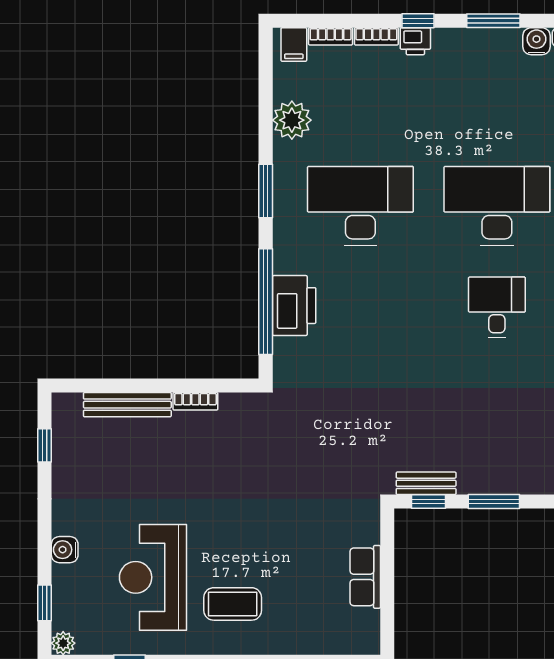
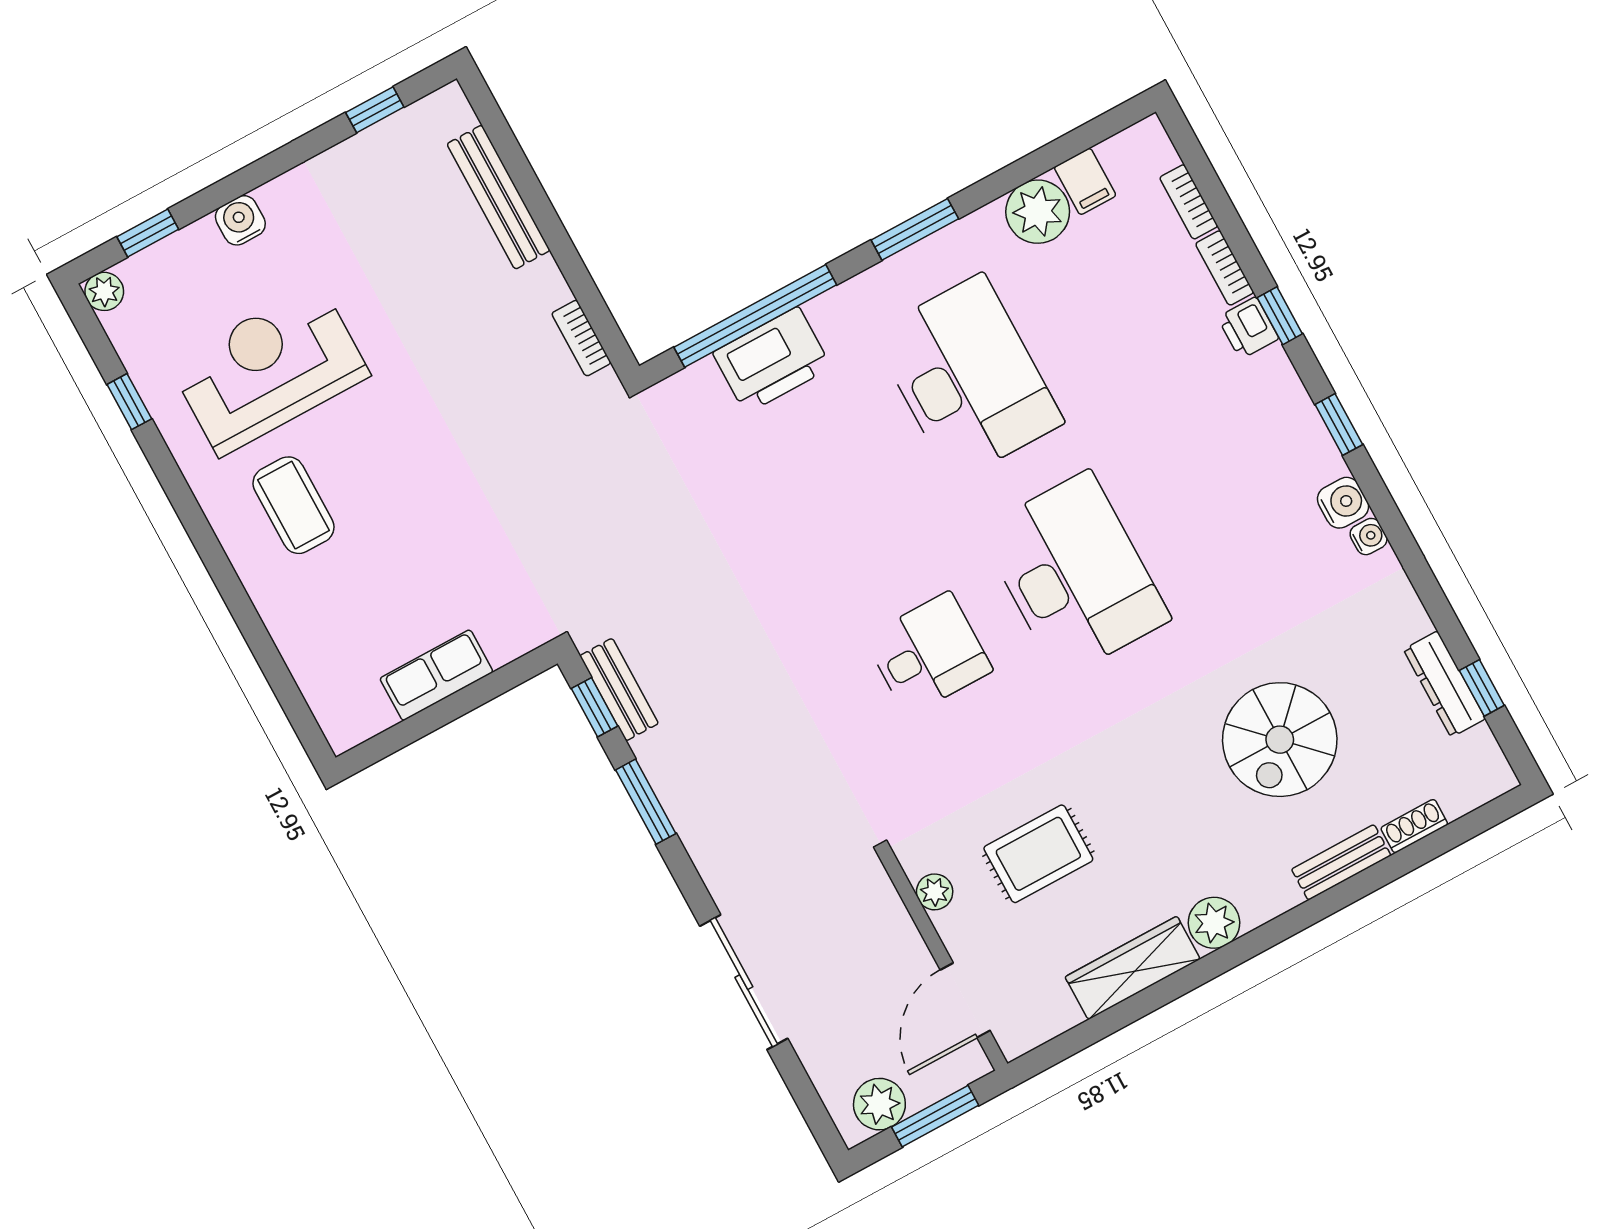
window: (493, 21) -> (1339, 425), width x0.67
filing cabinet: (294, 45) -> (1085, 181), moved, turned -90
bookcase: (195, 401) -> (581, 338), moved

